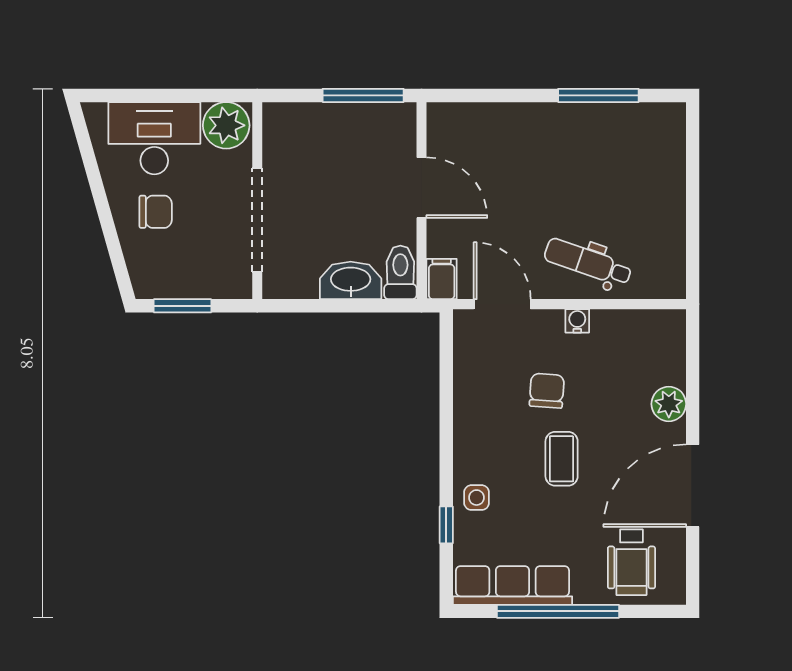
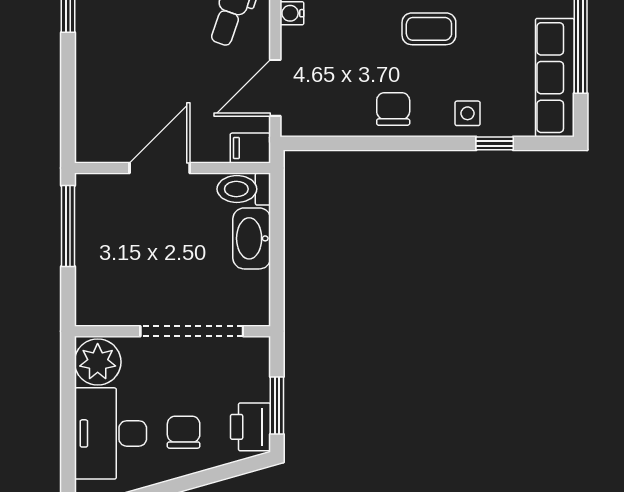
printer: (161, 279) -> (251, 427), added
chair: (547, 391) -> (393, 109), moved, turned 86

